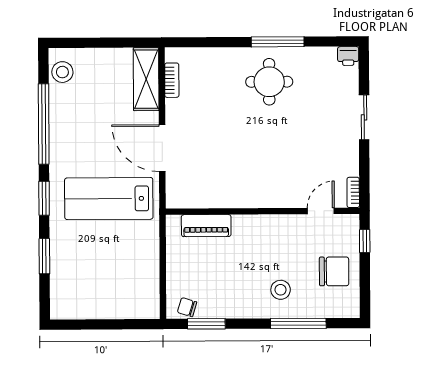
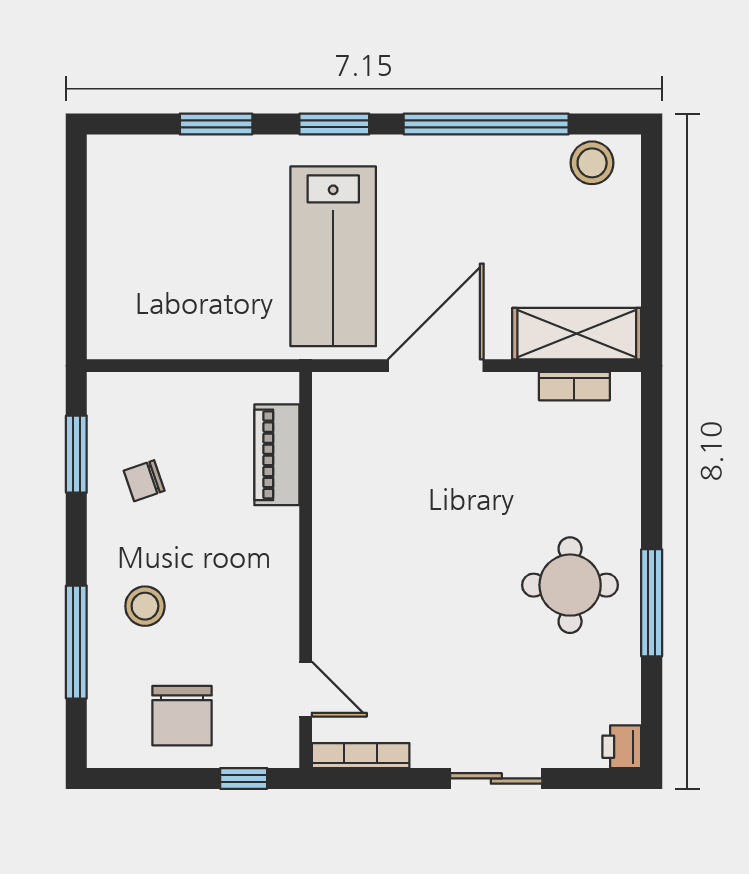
bookcase: (353, 192) -> (361, 756), width x1.56
lab bench: (109, 199) -> (333, 256), turned 180
chair: (187, 307) -> (144, 481), moved, turned -126

